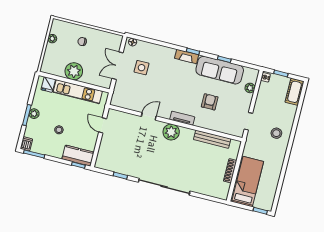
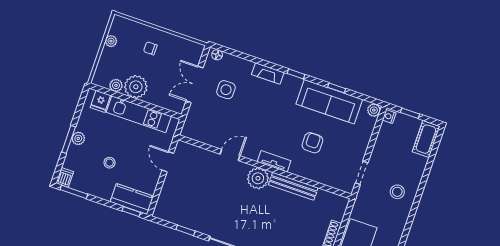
fireplace: (187, 57) -> (268, 73), moved
plant: (59, 72) -> (116, 85), added
plant: (250, 88) -> (374, 110), moved
bench: (212, 139) -> (293, 186), moved

